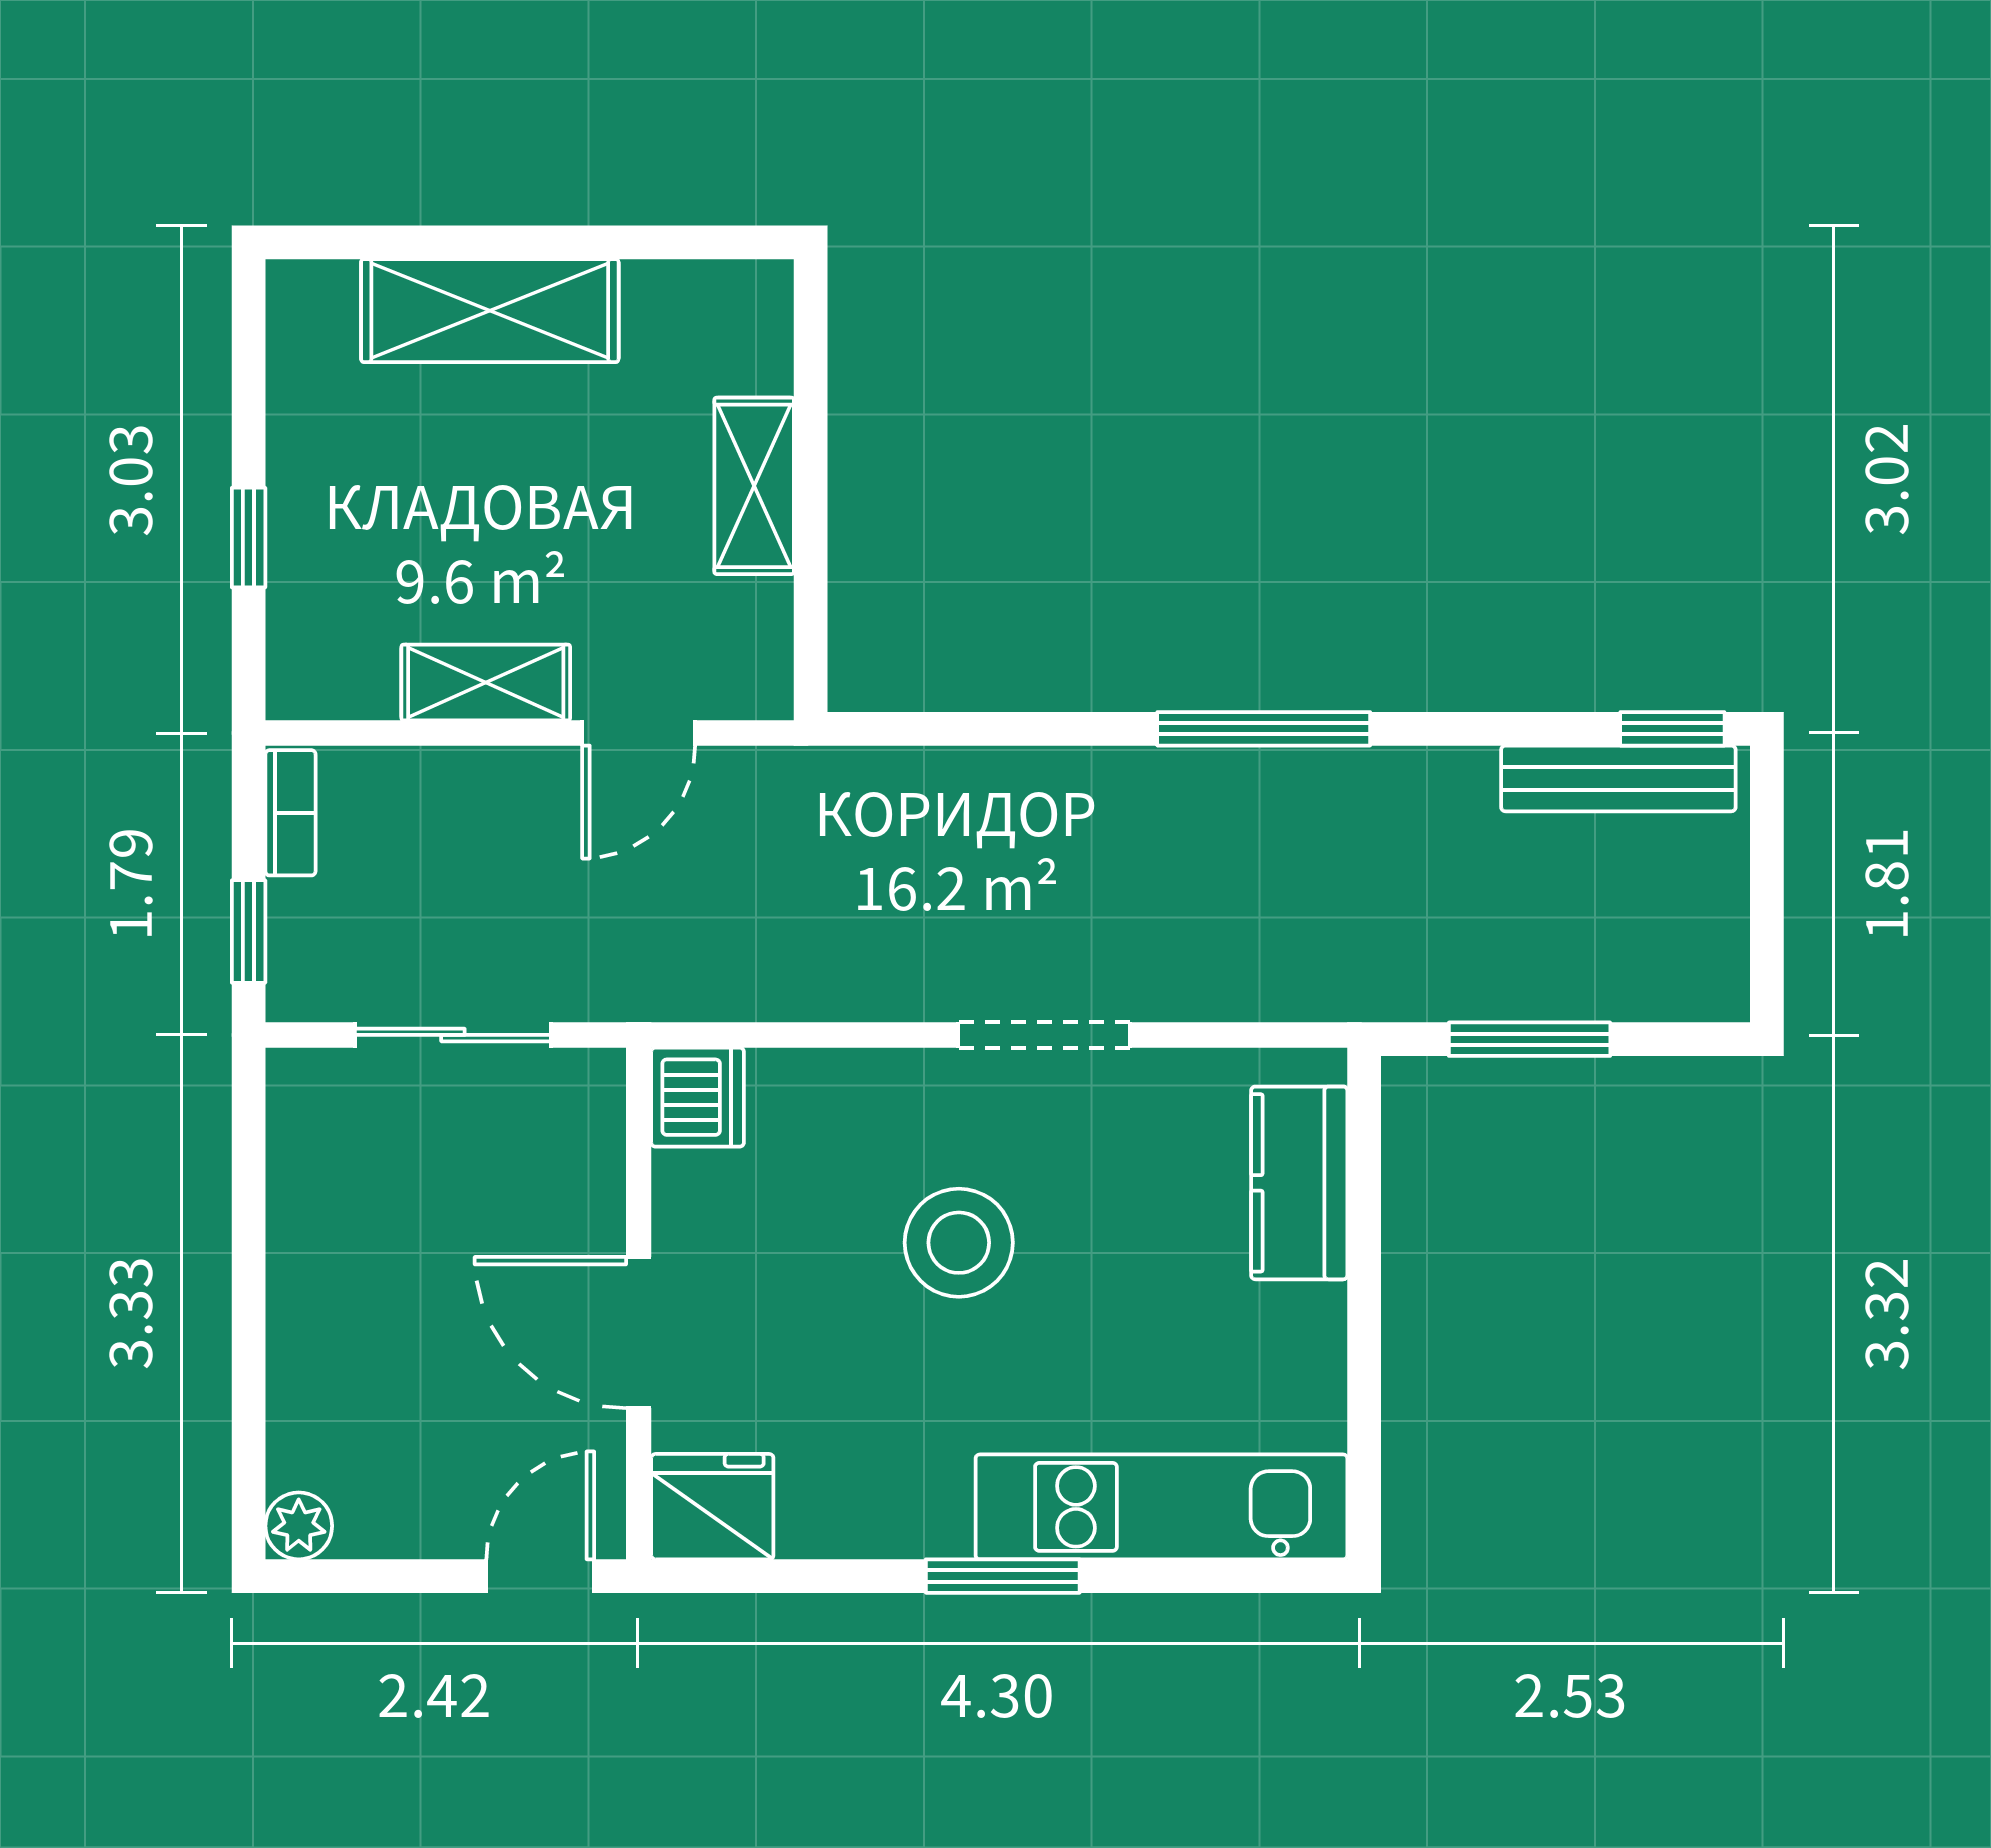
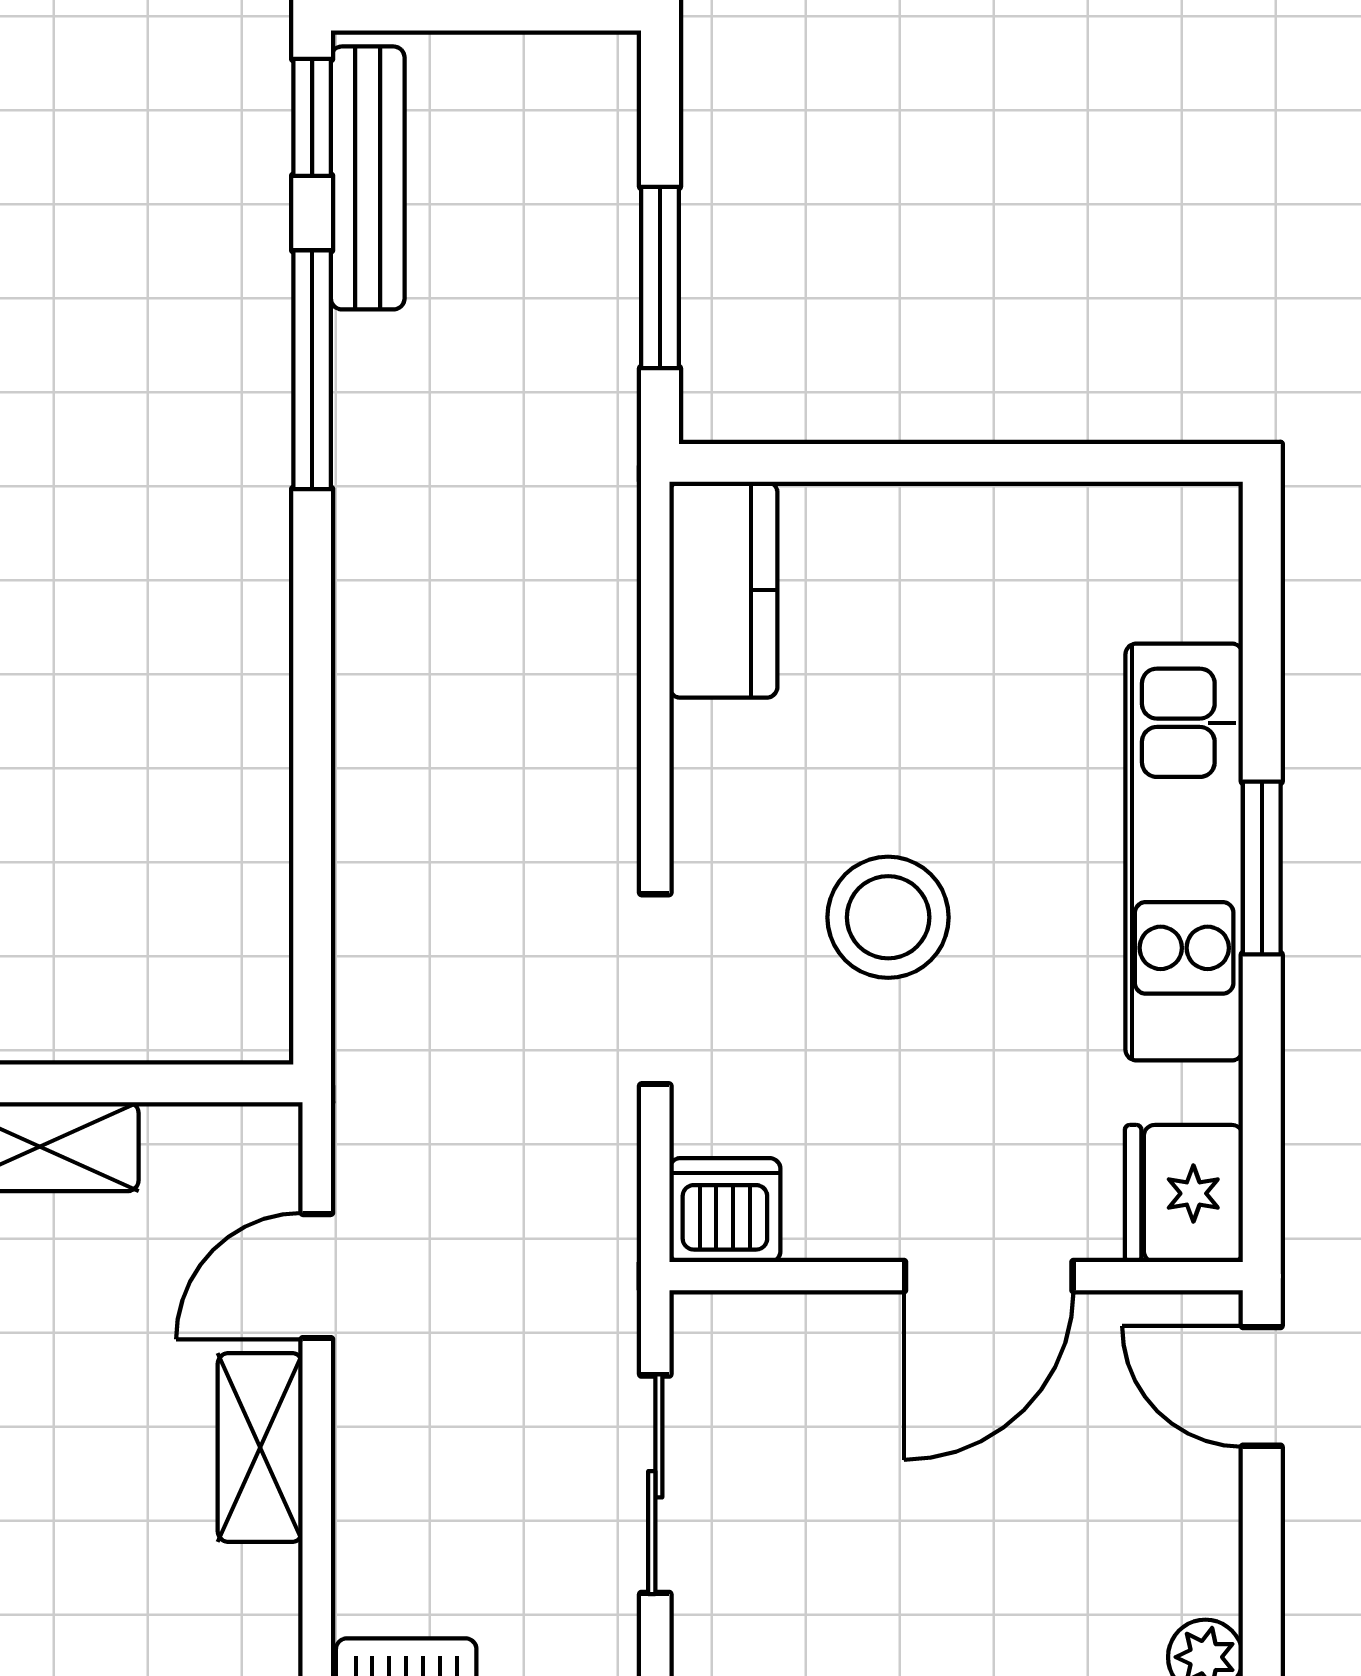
window: (1264, 729) -> (312, 370), moved
door: (639, 733) -> (317, 1276), swing flipped
doorway: (1044, 1035) -> (655, 989), moved
kitchen counter: (1299, 1183) -> (723, 590), moved, turned -90
kitchen unit: (1161, 1507) -> (1184, 852), moved

